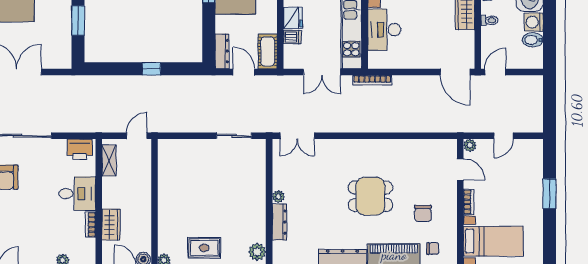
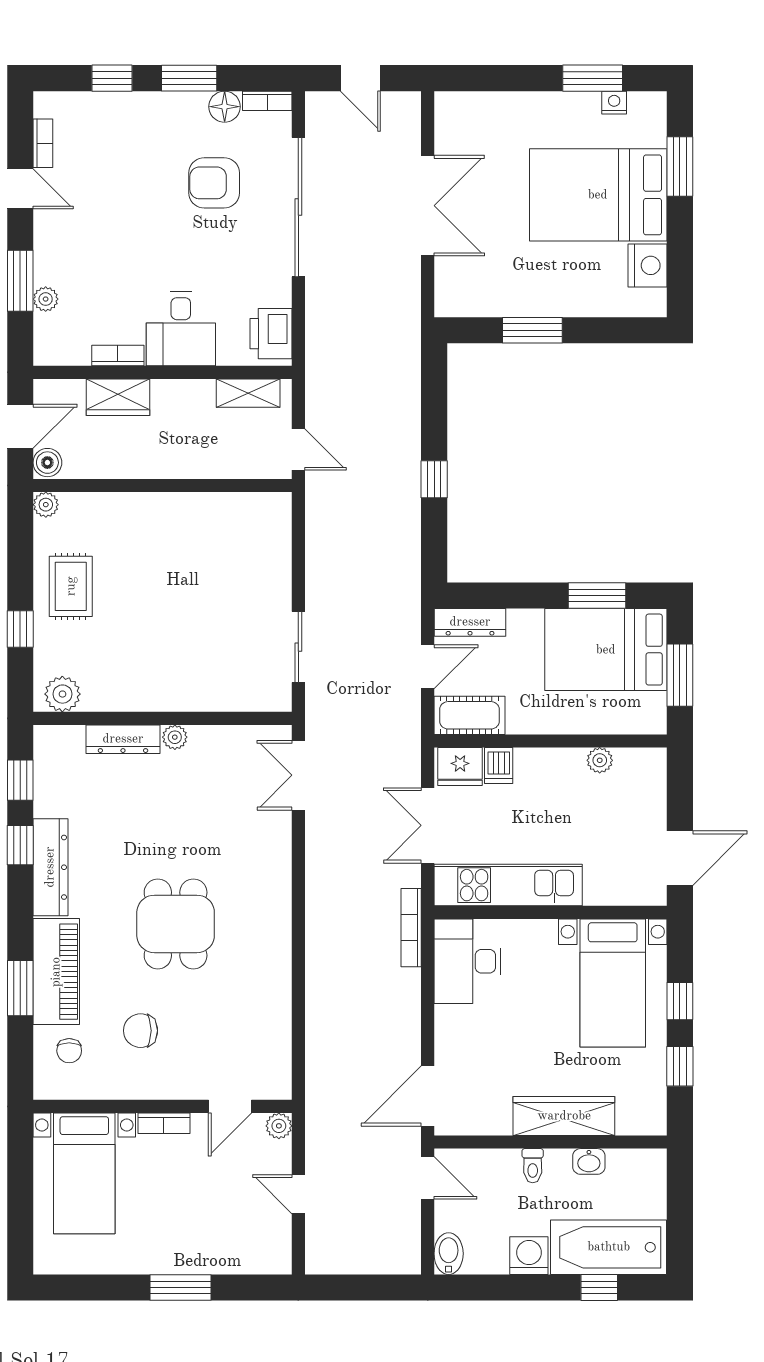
fridge: (293, 18) -> (460, 767), moved
desk: (384, 30) -> (467, 961), moved, turned -90
bidet: (533, 40) -> (449, 1254), moved

